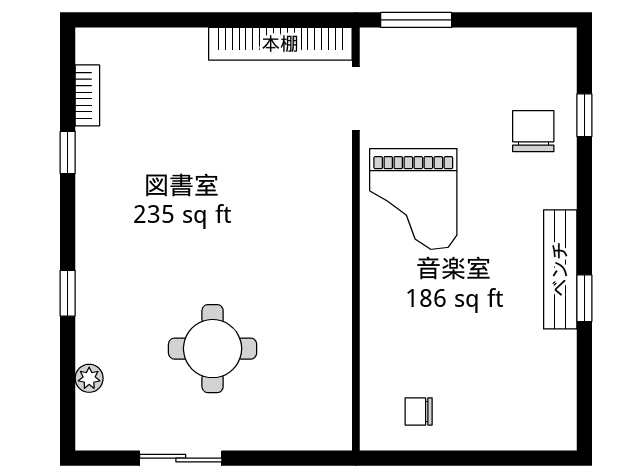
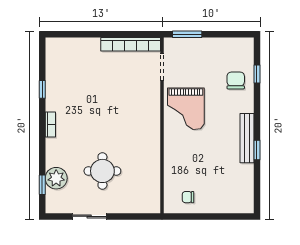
bookcase: (87, 95) -> (50, 125), moved
window: (68, 293) -> (42, 185), moved
plant: (89, 378) -> (56, 178), width x1.88, depth x1.88

